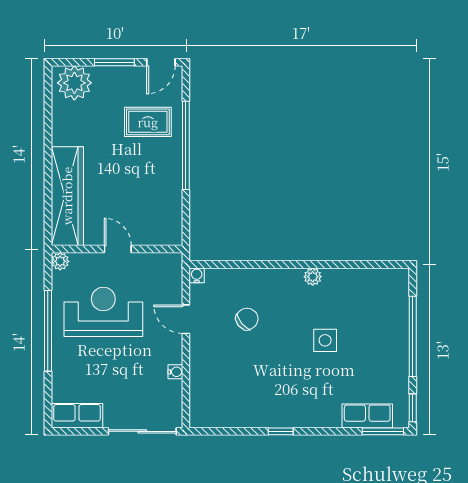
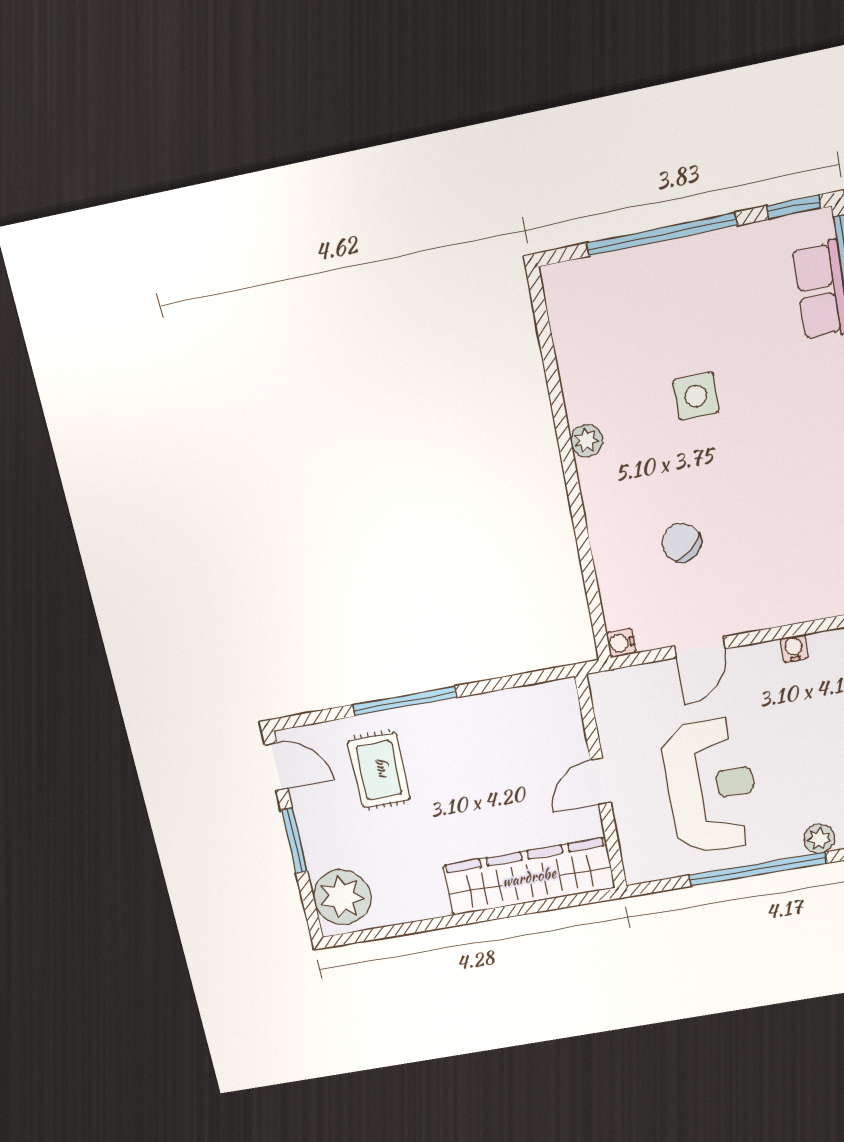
window: (186, 145) -> (404, 701), width x0.68
plant: (60, 261) -> (819, 839), moved
reception desk: (103, 312) -> (711, 786), turned 180

